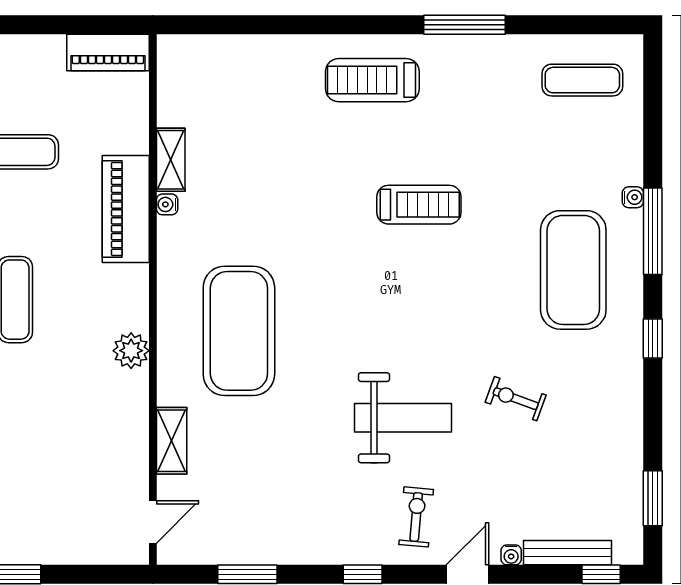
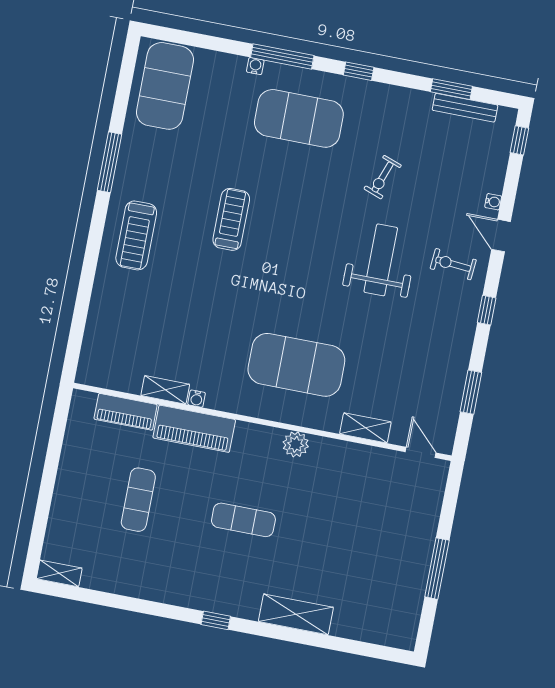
piano: (108, 53) -> (126, 412), moved, turned 90
exercise mat: (582, 80) -> (165, 86), width x2.00, depth x1.45
window: (653, 498) -> (451, 89), moved
bench: (568, 553) -> (465, 108), moved, turned 90

